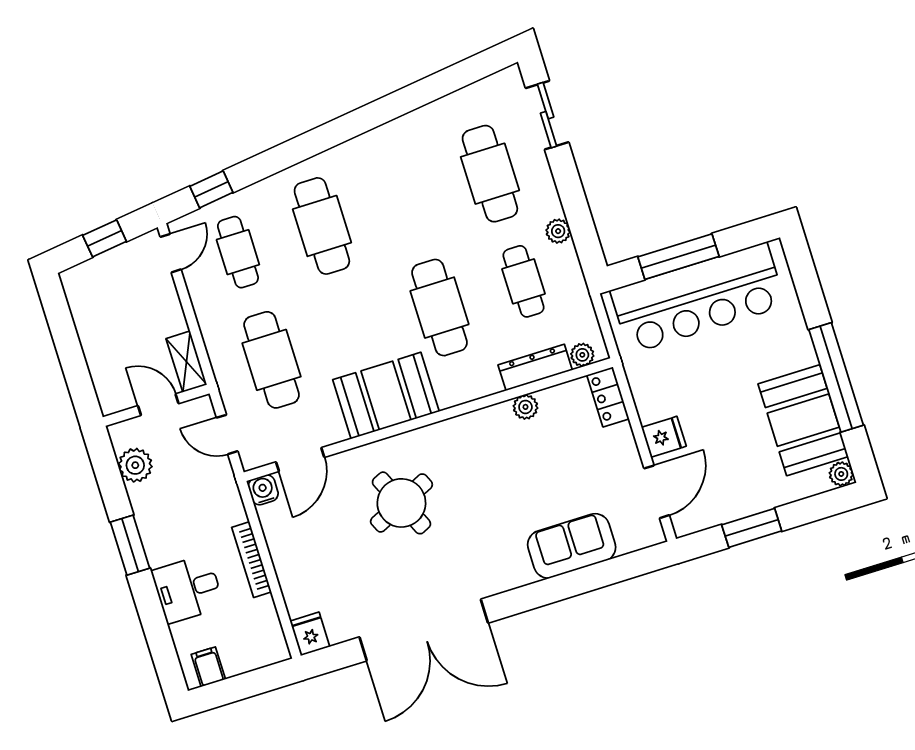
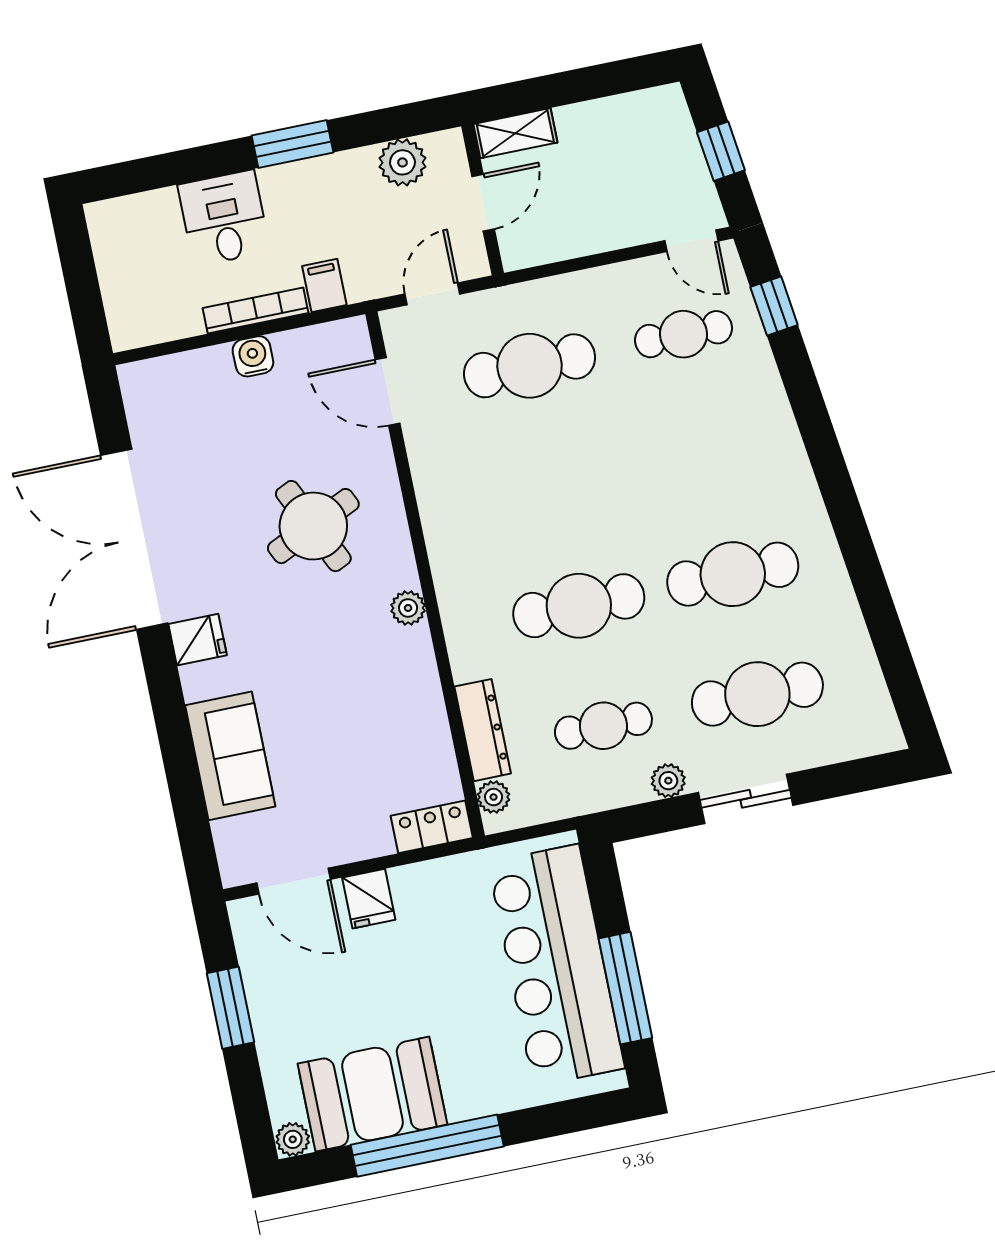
sliding door: (547, 115) -> (746, 799), moved
cafe table: (322, 226) -> (733, 574), moved
window: (678, 257) -> (625, 988), moved
shelving: (186, 362) -> (515, 133), moved
booth: (386, 396) -> (464, 519), removed
plant: (525, 407) -> (408, 608), moved
water cooler: (263, 490) -> (253, 356), moved, turned -90
fridge: (310, 634) -> (198, 640), moved
filing cabinet: (208, 667) -> (324, 286), moved, turned -90

